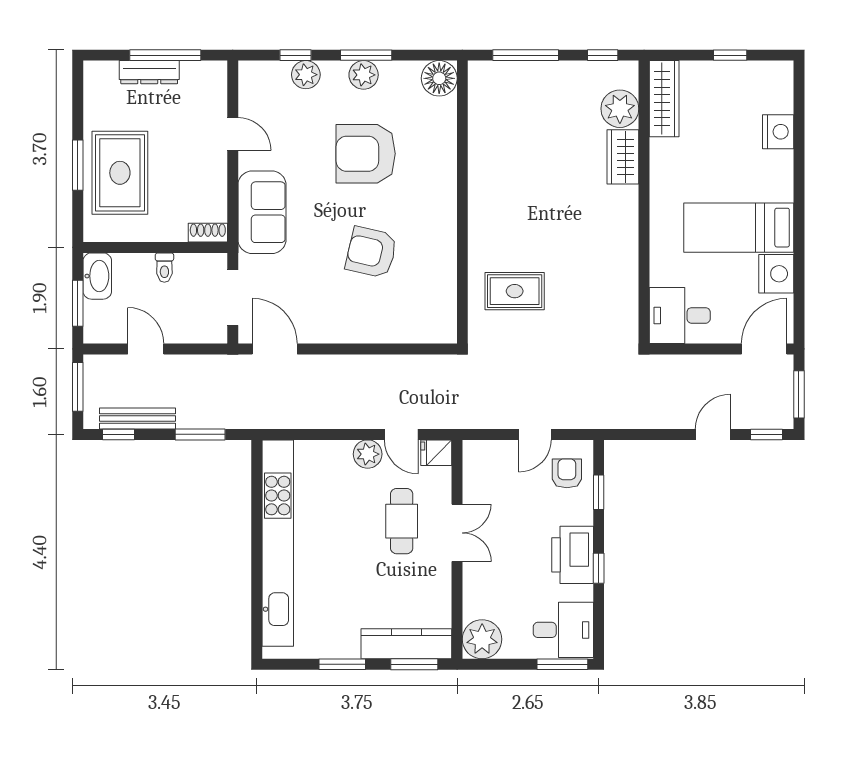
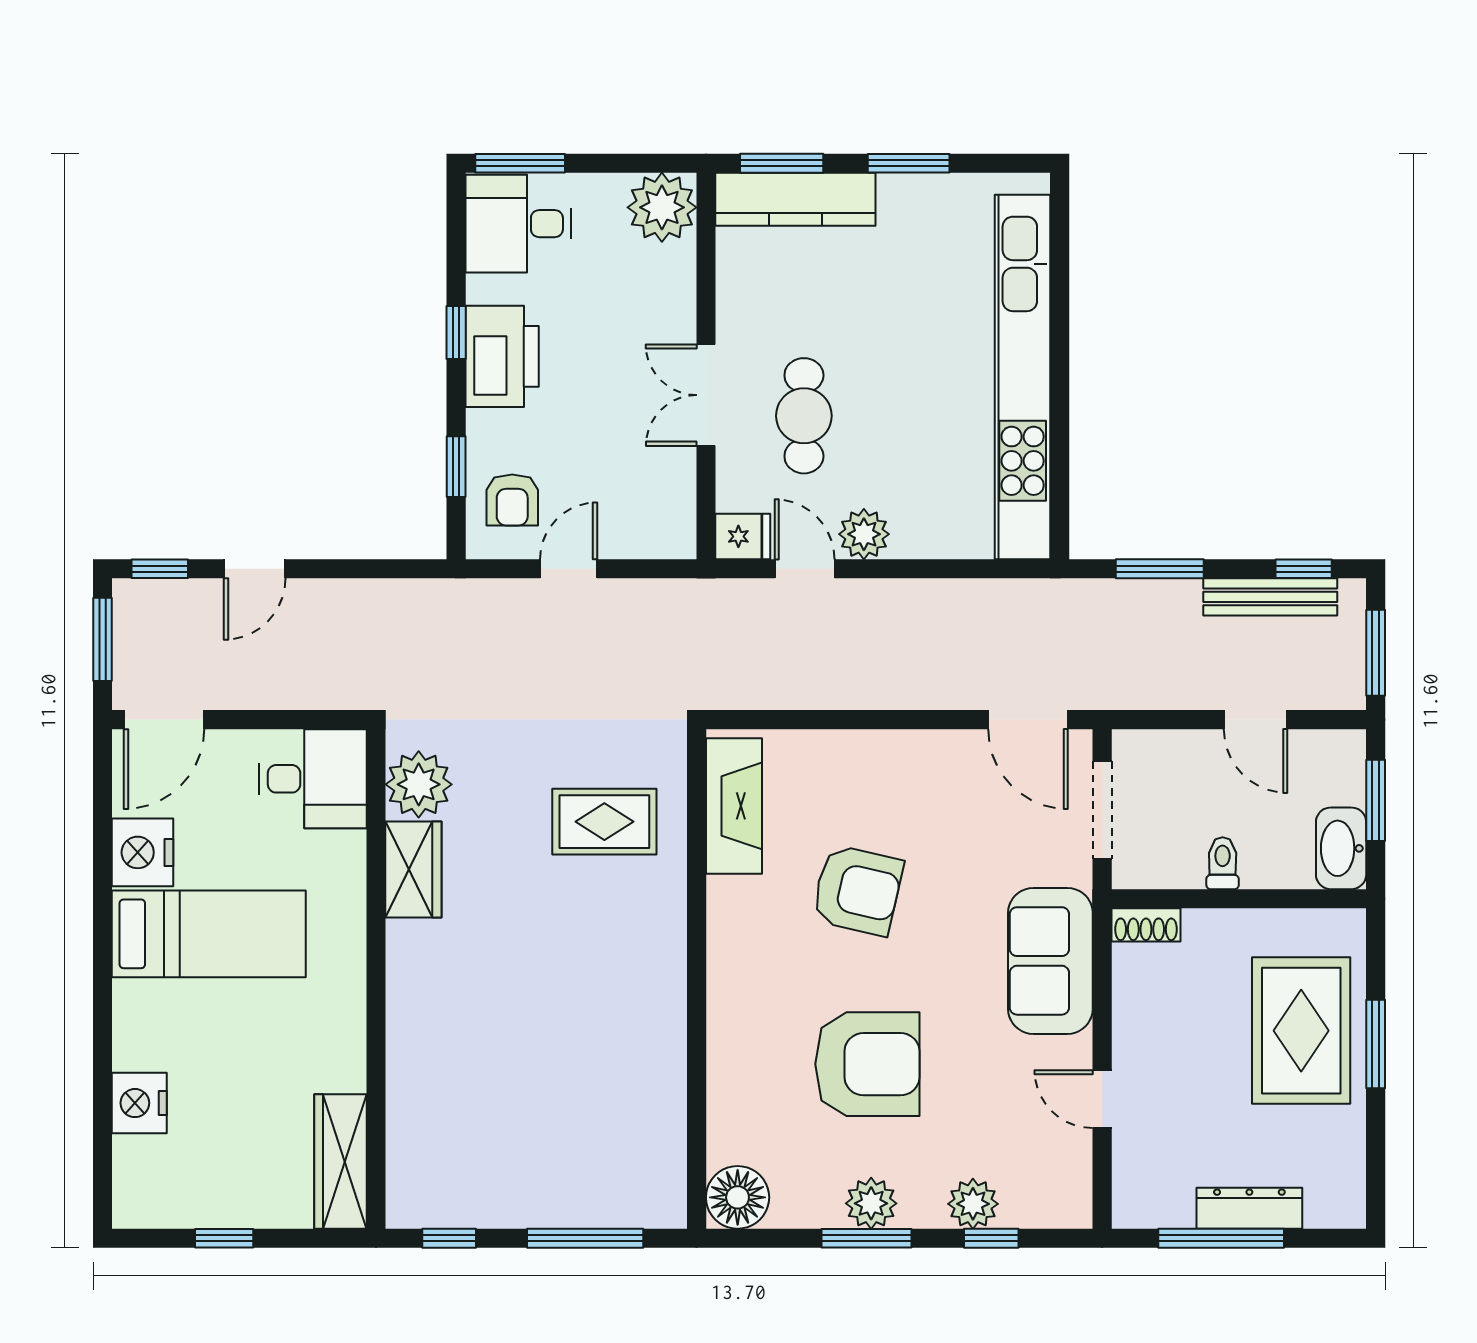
plant: (620, 109) -> (419, 784), moved
wardrobe: (623, 157) -> (413, 869), moved
fireplace: (441, 300) -> (734, 806), added

